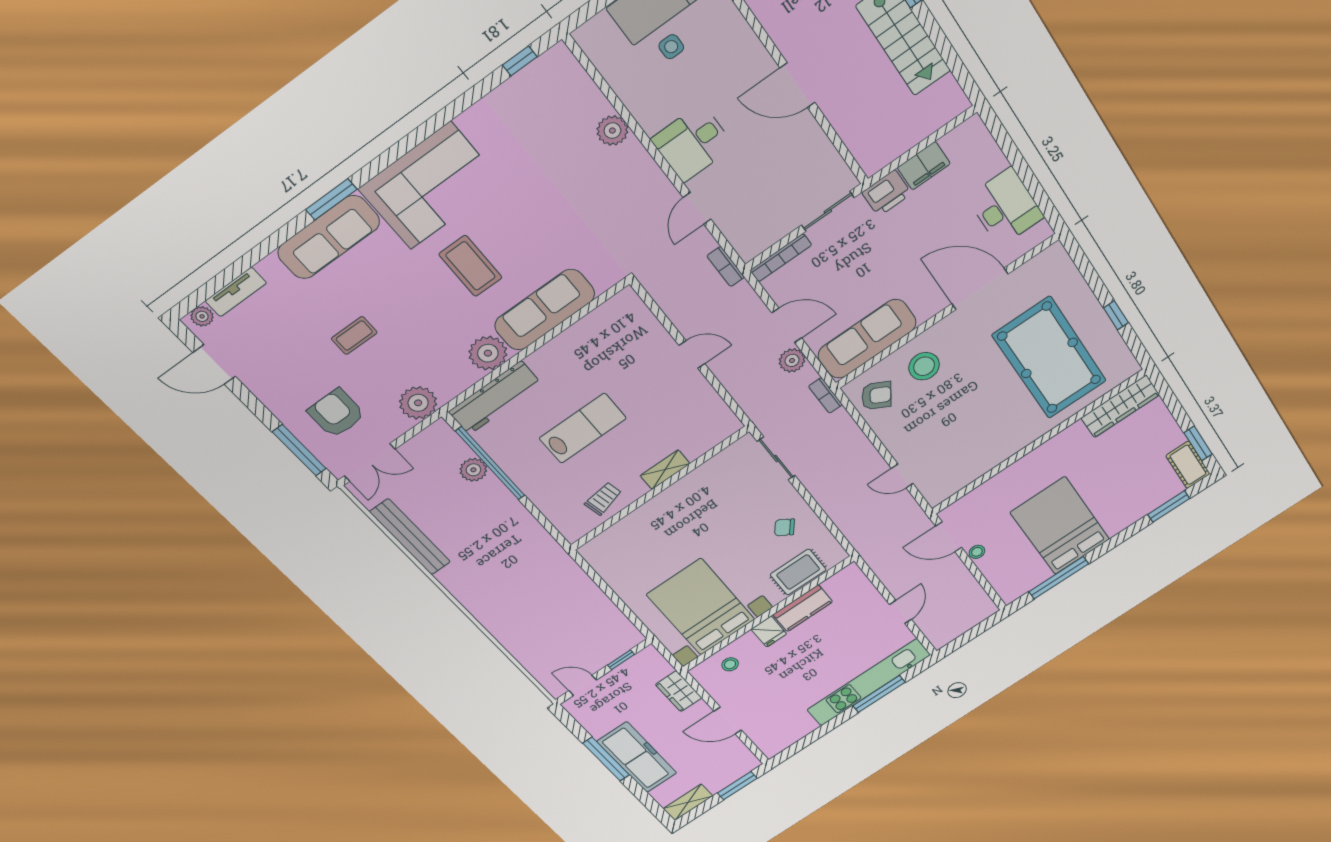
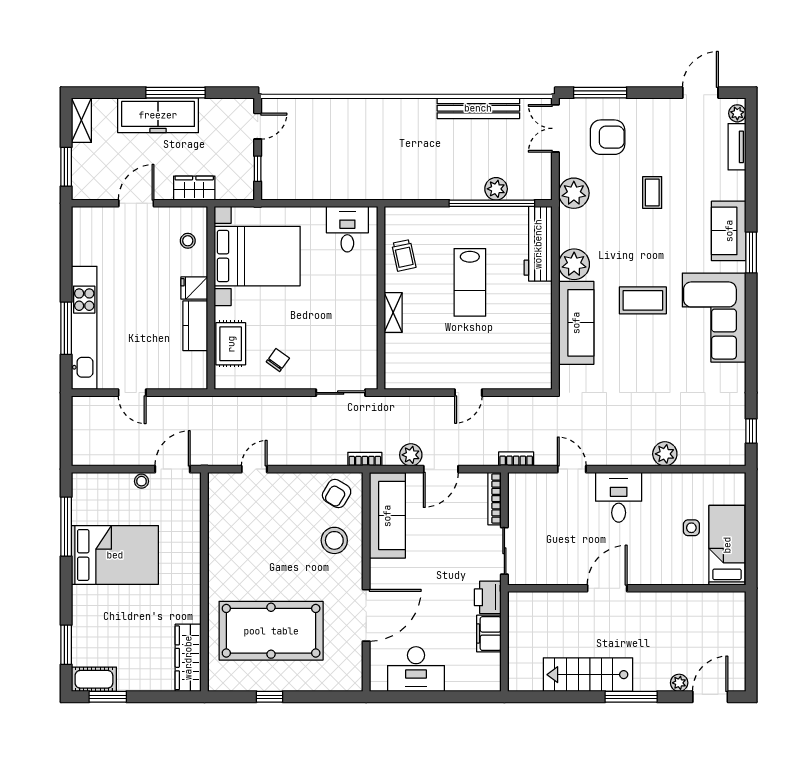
sofa: (329, 237) -> (729, 231), width x0.73
desk: (617, 558) -> (347, 229), added

